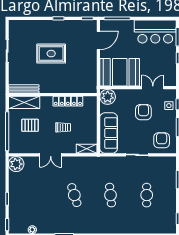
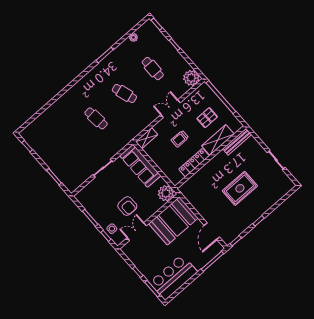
double door: (153, 88) -> (137, 232), swing flipped
shelving: (24, 102) -> (218, 140), moved
armchair: (162, 140) -> (94, 196), removed
cafe table: (147, 195) -> (153, 69), moved

